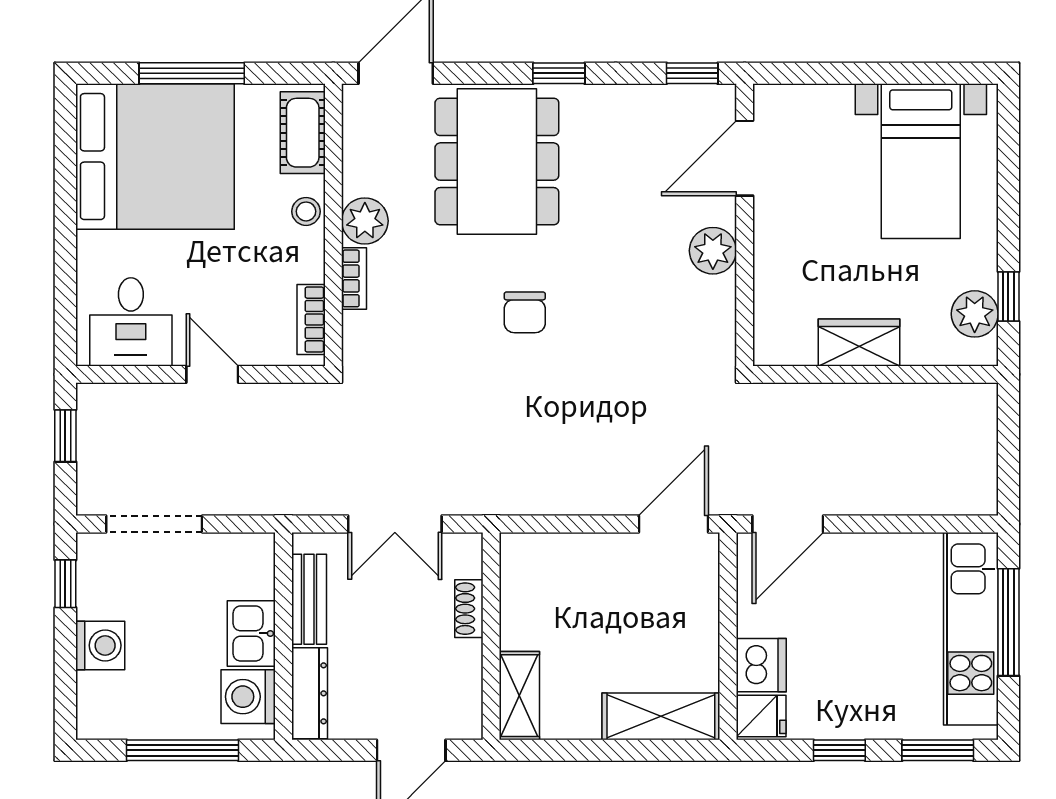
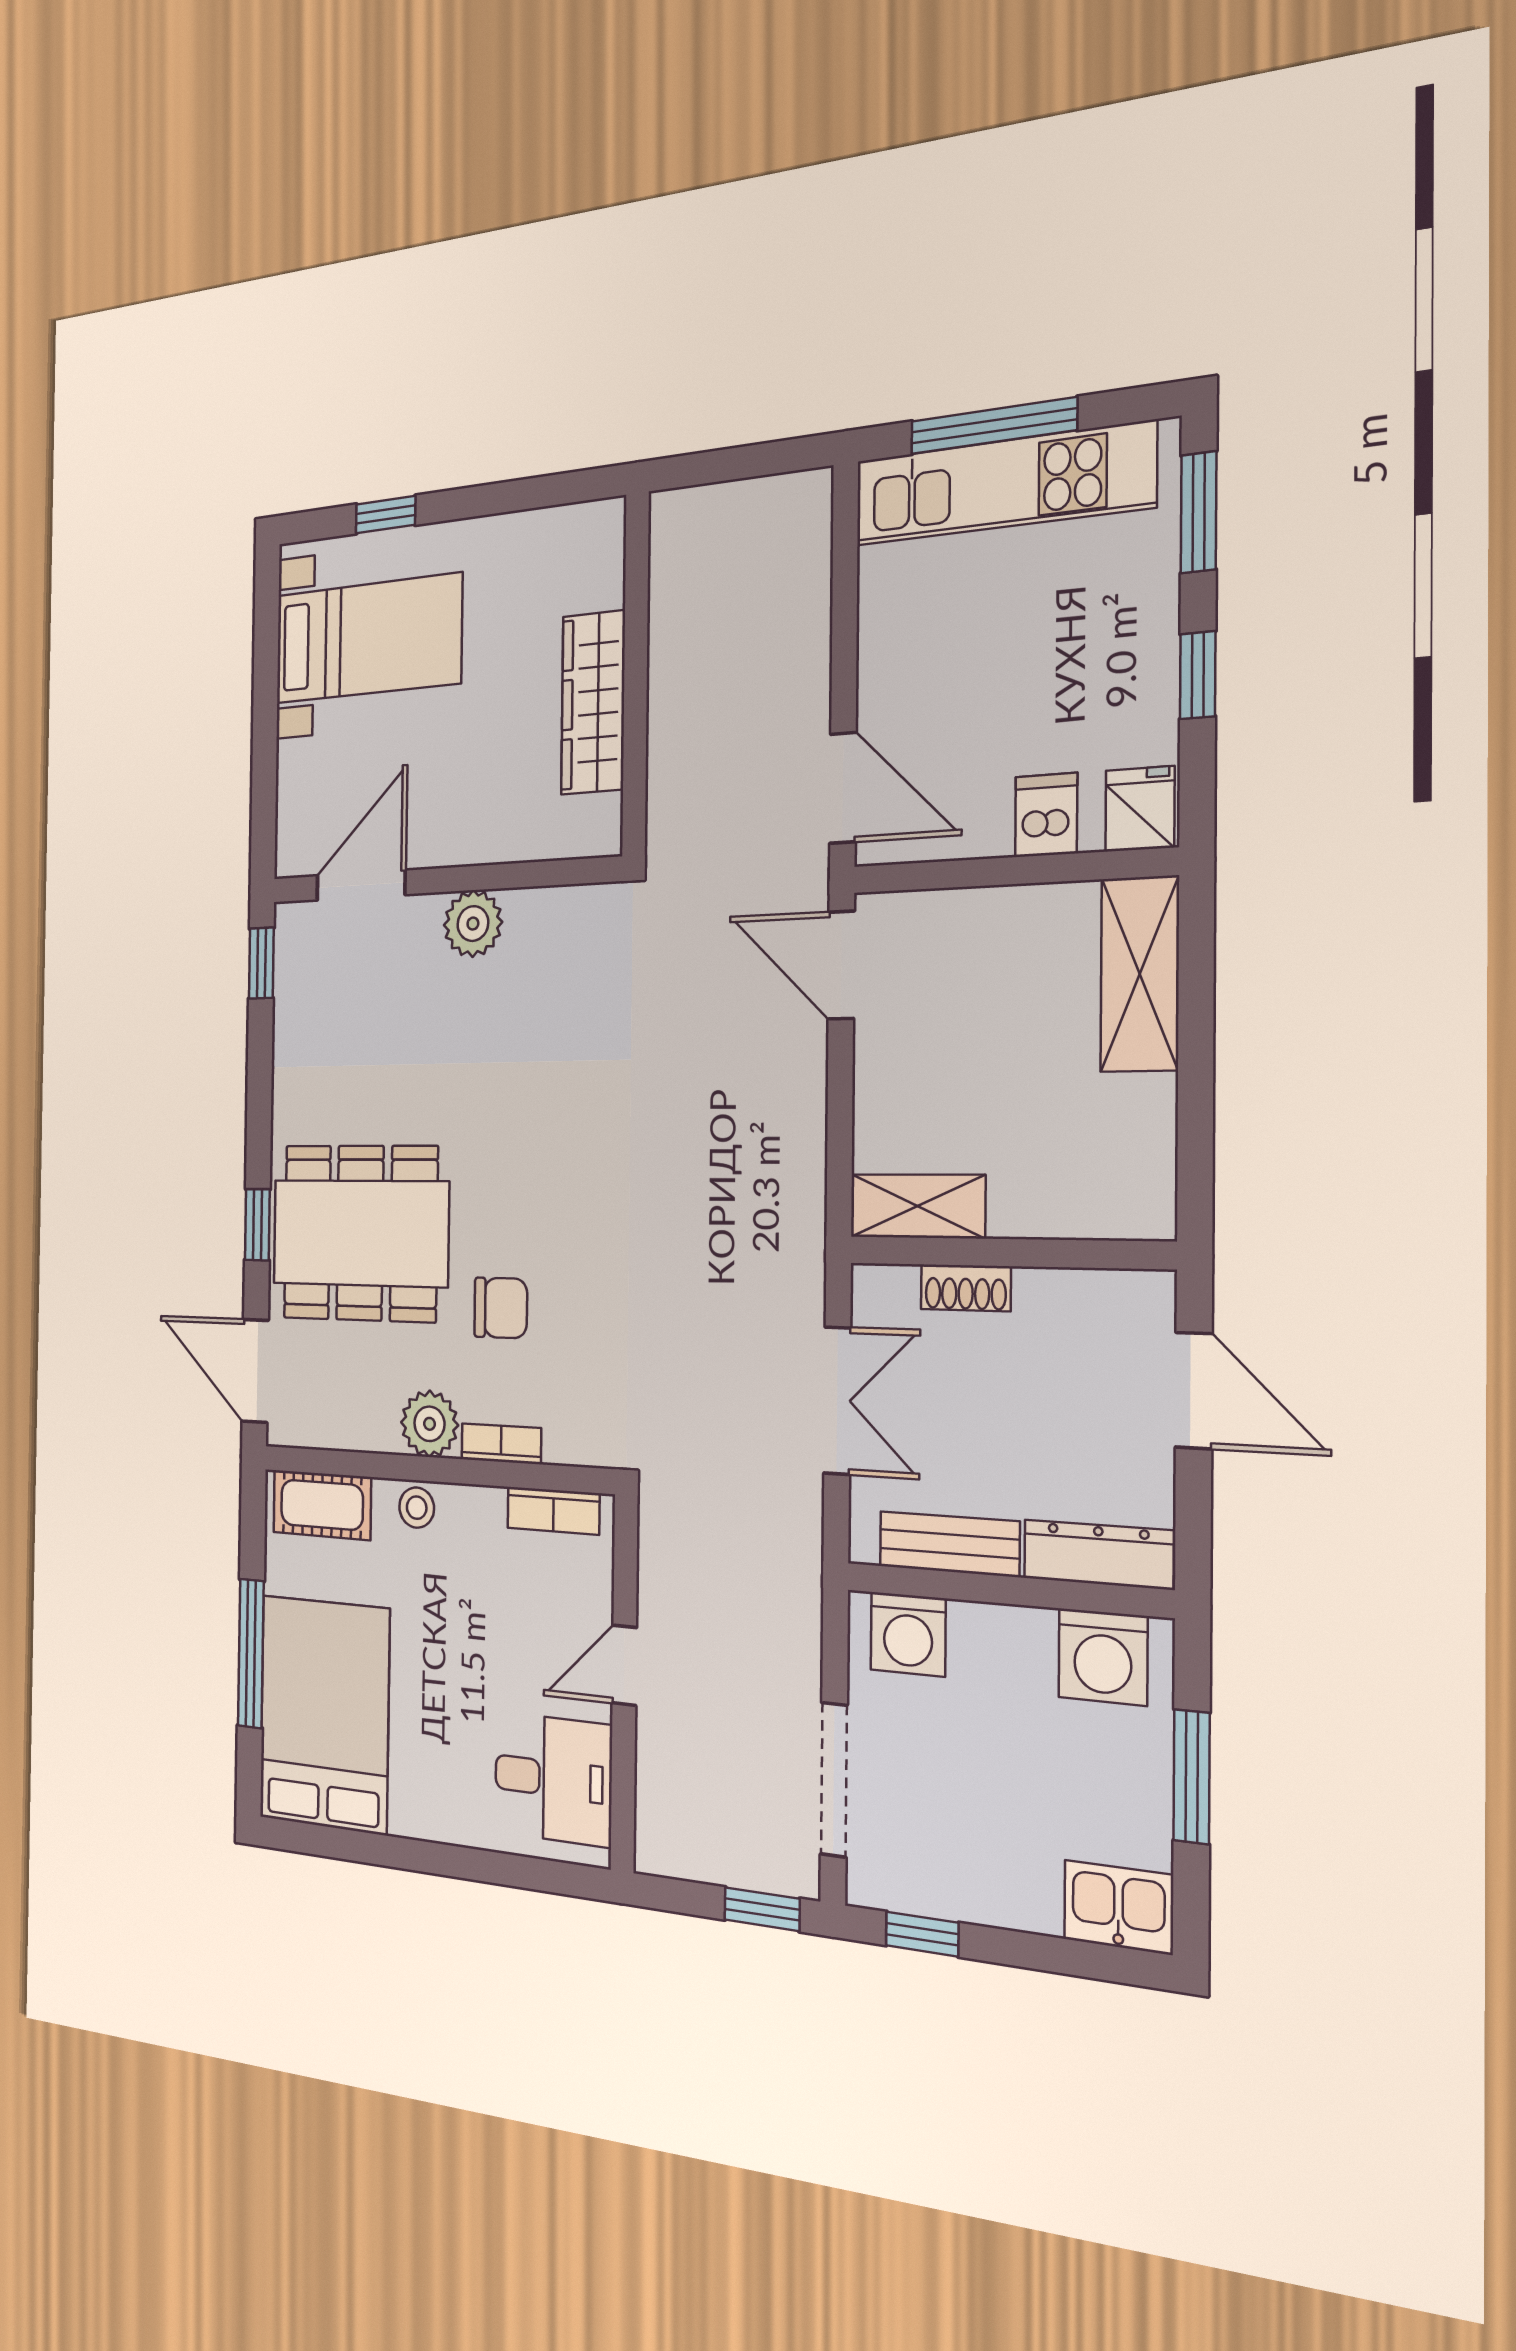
window: (559, 73) -> (257, 1225), moved
bed: (155, 157) -> (324, 1714), width x0.73
door: (745, 158) -> (361, 885), swing flipped
window: (1008, 296) -> (386, 515), moved
chair: (525, 312) -> (501, 1308), moved
plant: (975, 314) -> (558, 538), removed
wardrobe: (859, 343) -> (593, 703), width x1.50
window: (65, 436) -> (762, 1909), moved
kitchen sink: (251, 633) -> (1118, 1907), moved, turned 180
washing machine: (100, 645) -> (908, 1634), moved, turned 180
dishwasher: (761, 665) -> (1046, 815), width x0.73
shelving: (519, 696) -> (917, 1206), moved
window: (183, 750) -> (1192, 1777), width x0.69

